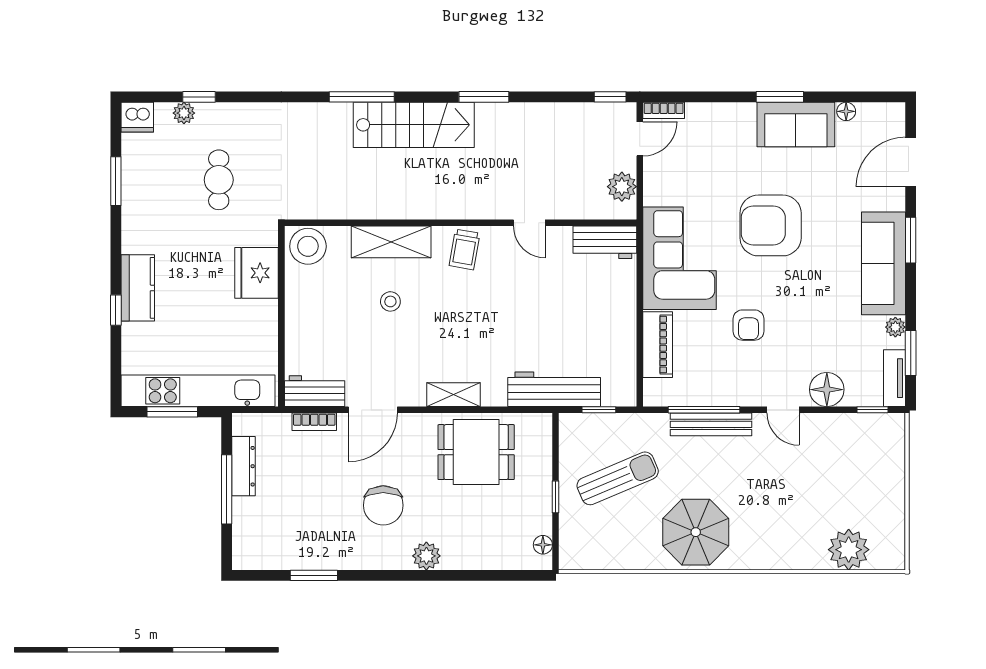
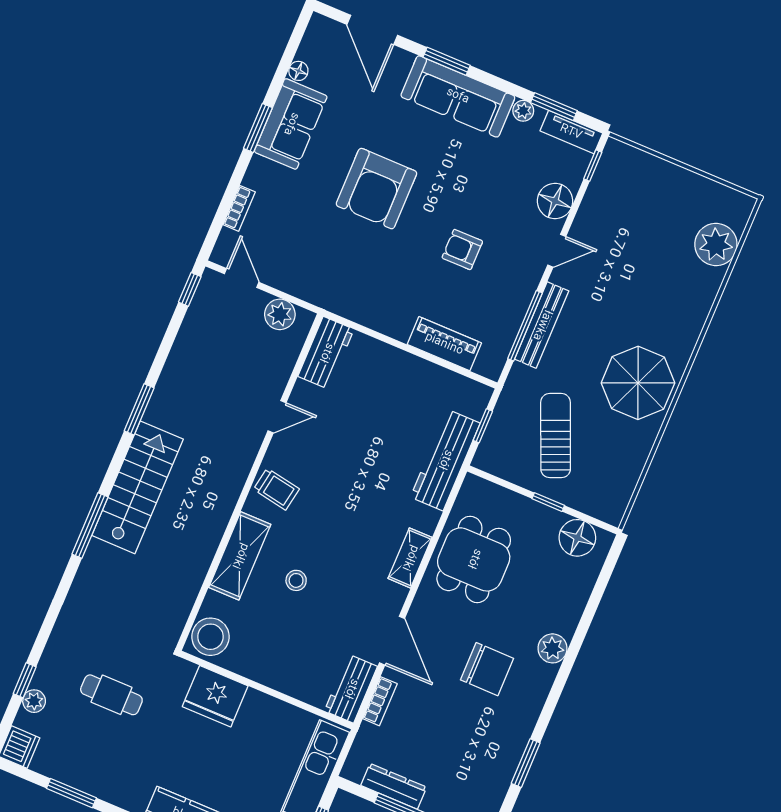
bookcase: (664, 110) -> (239, 208), moved
corner sofa: (680, 258) -> (371, 288), removed
armchair: (748, 325) -> (462, 250), turned 180
floor lamp: (543, 545) -> (577, 538), width x1.89, depth x1.89

